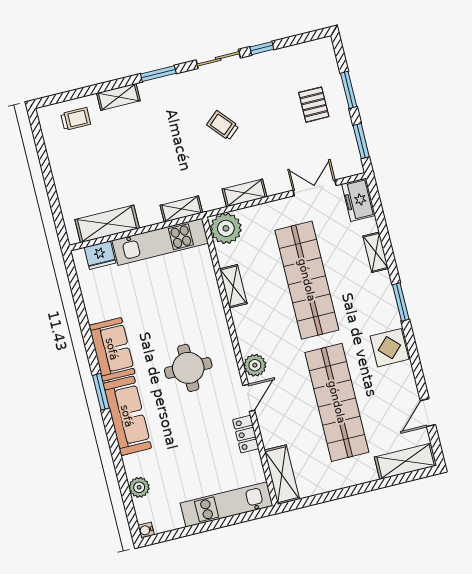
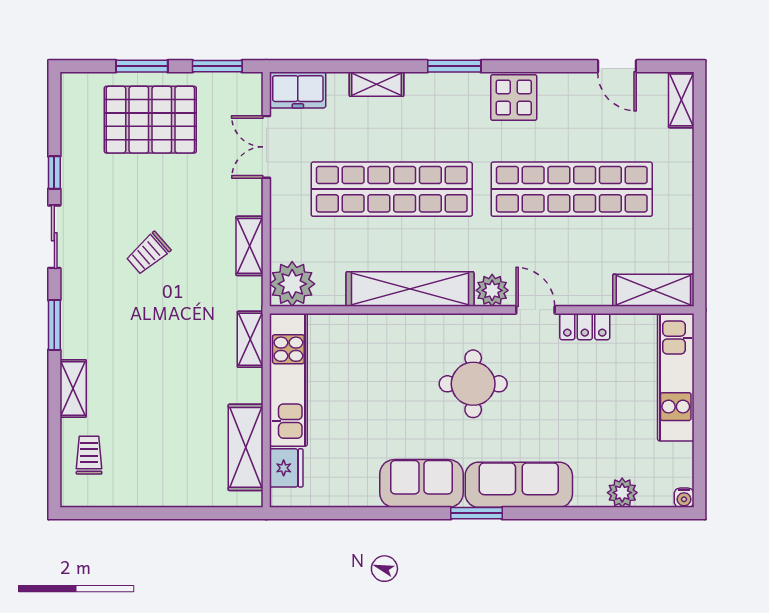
pallet: (314, 105) -> (150, 120), width x2.05, depth x2.00
shelving: (233, 286) -> (410, 289), width x2.20, depth x1.33
shelving: (406, 461) -> (681, 100), width x0.67, depth x0.75

